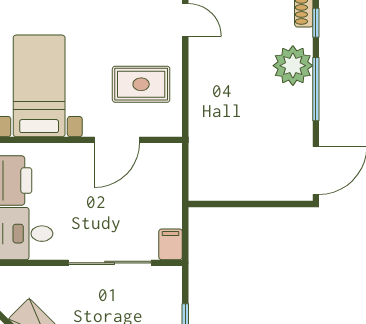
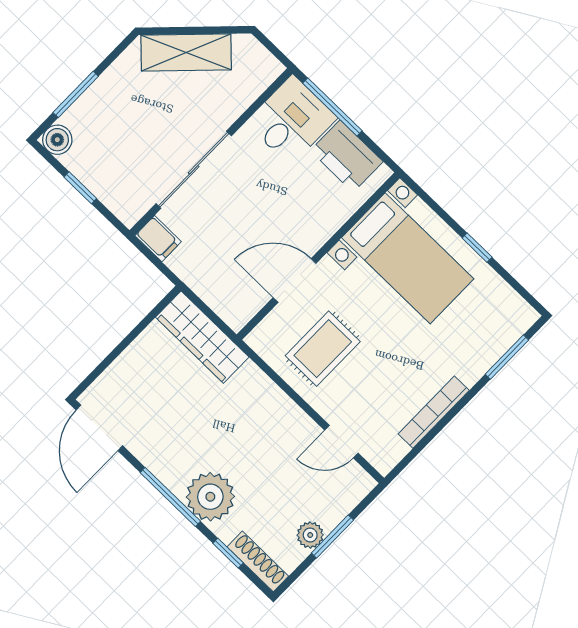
door: (117, 140) -> (295, 280), hinge flipped
wardrobe: (203, 162) -> (202, 337), added

